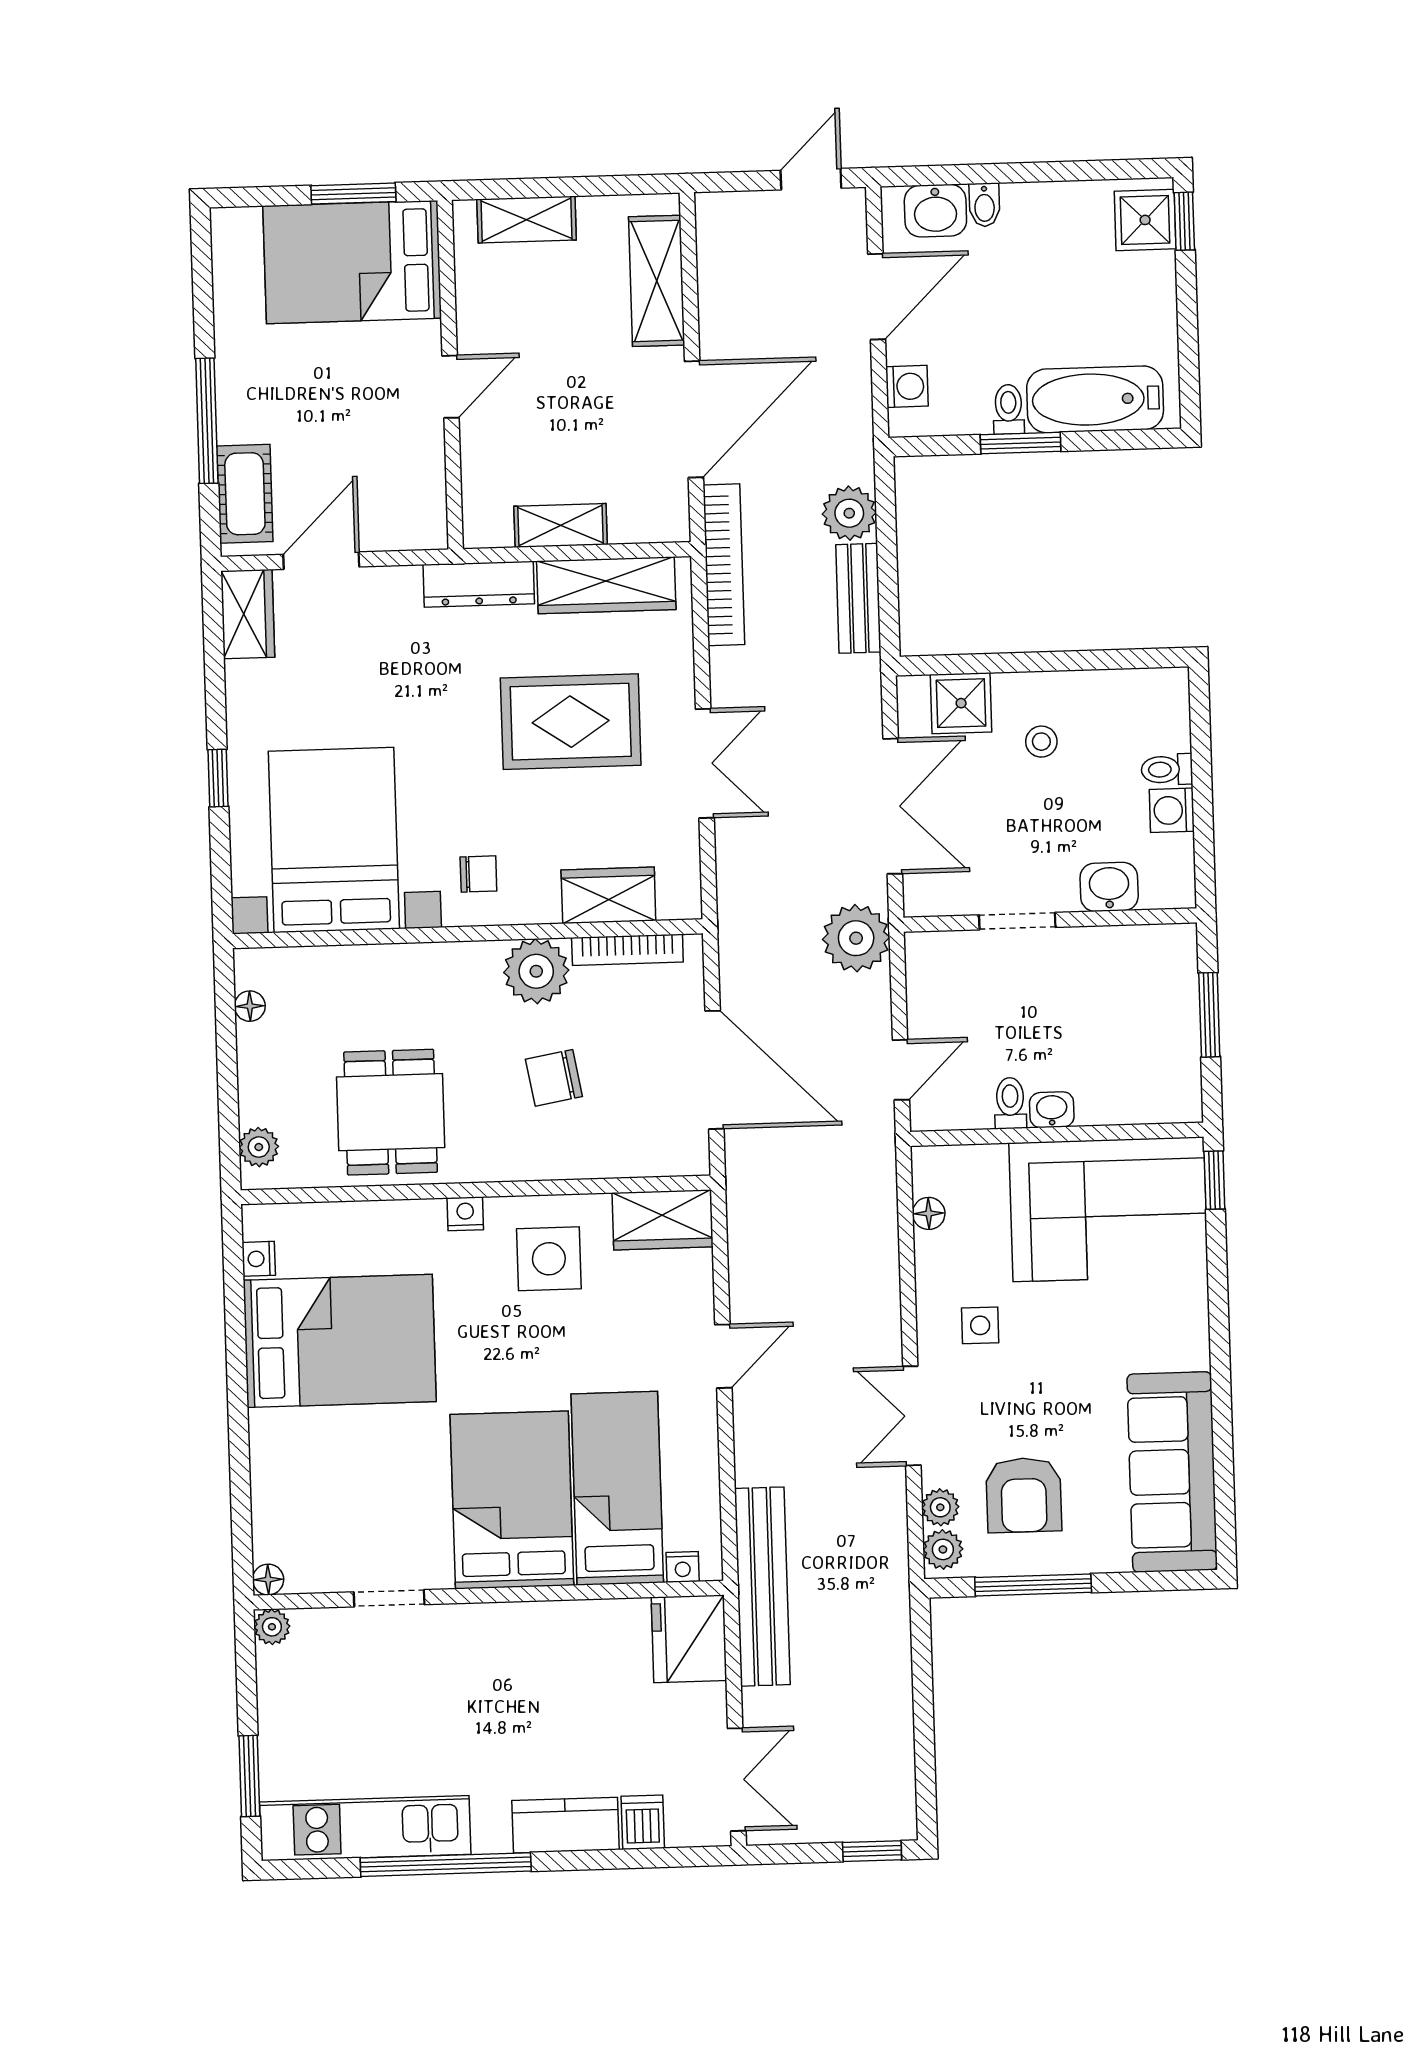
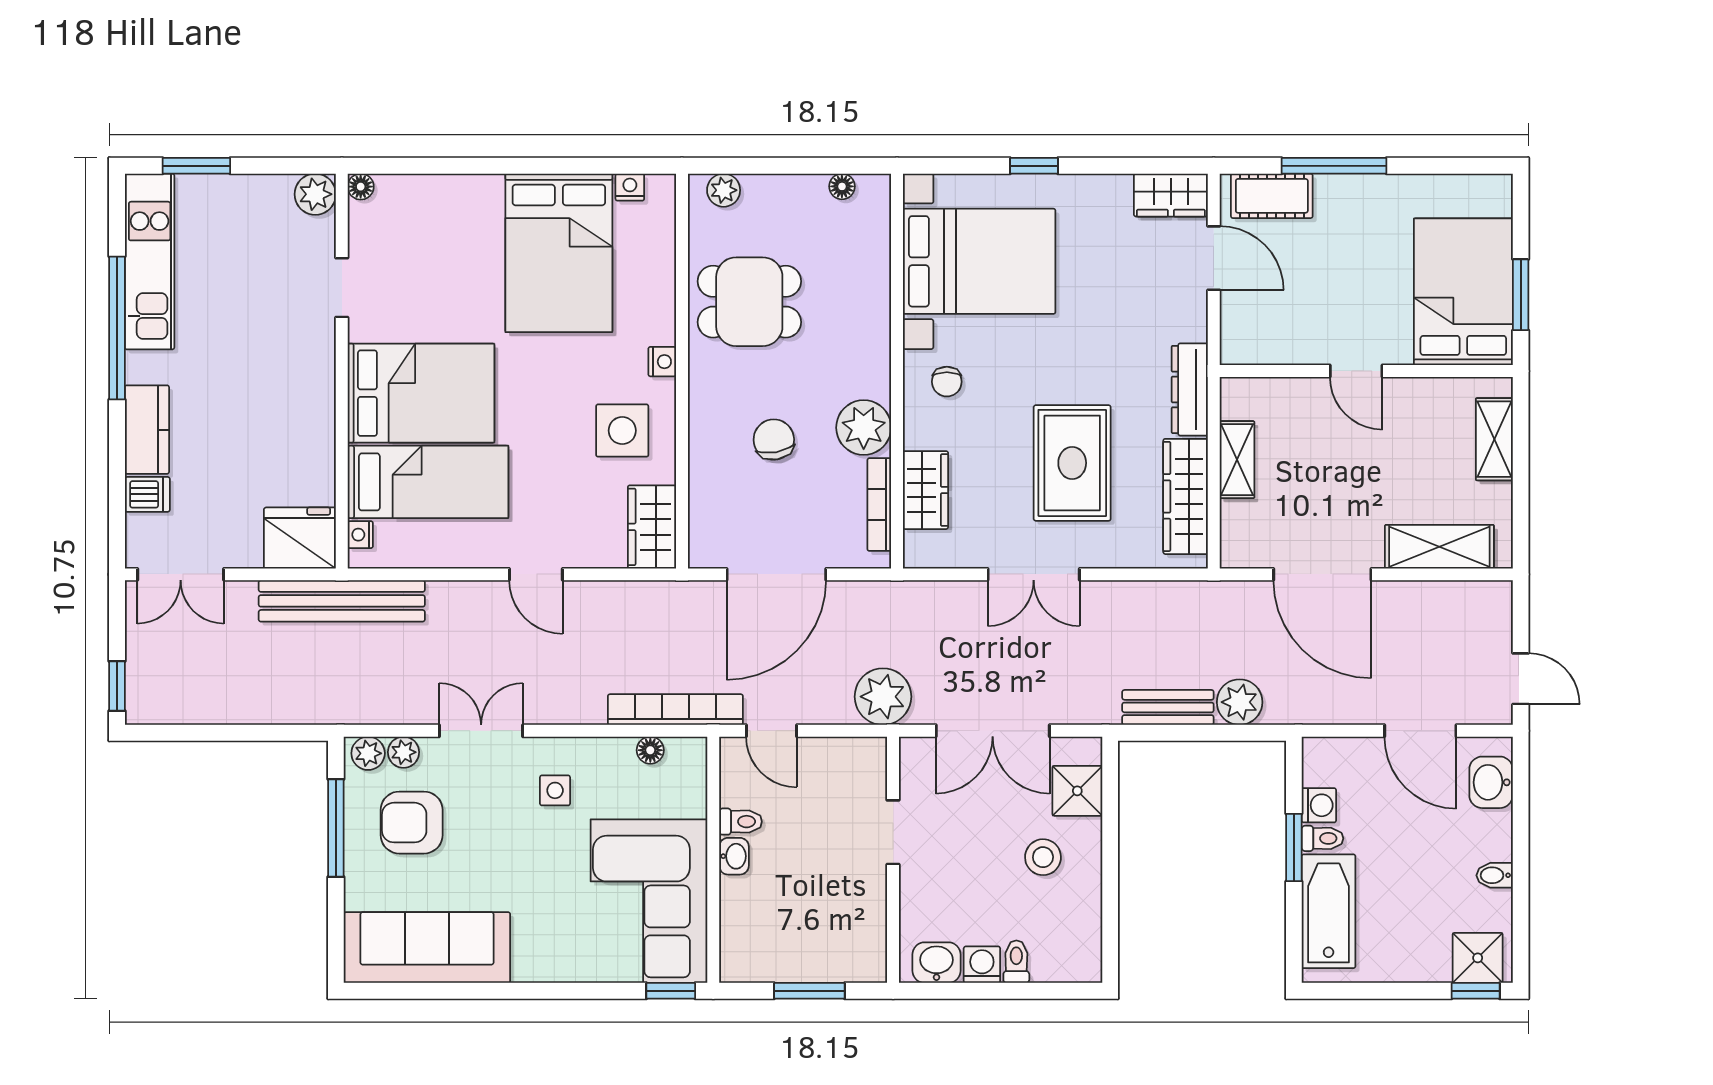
bidet: (984, 205) -> (1495, 875), moved
washing machine: (907, 386) -> (1319, 805), moved, turned -90
bookcase: (724, 565) -> (675, 710), moved, turned 180
stool: (1041, 742) -> (1043, 857), width x1.37, depth x1.37
washbasin: (1109, 887) -> (936, 963), moved, turned -90
plant: (272, 1627) -> (315, 194), width x1.38, depth x1.38

